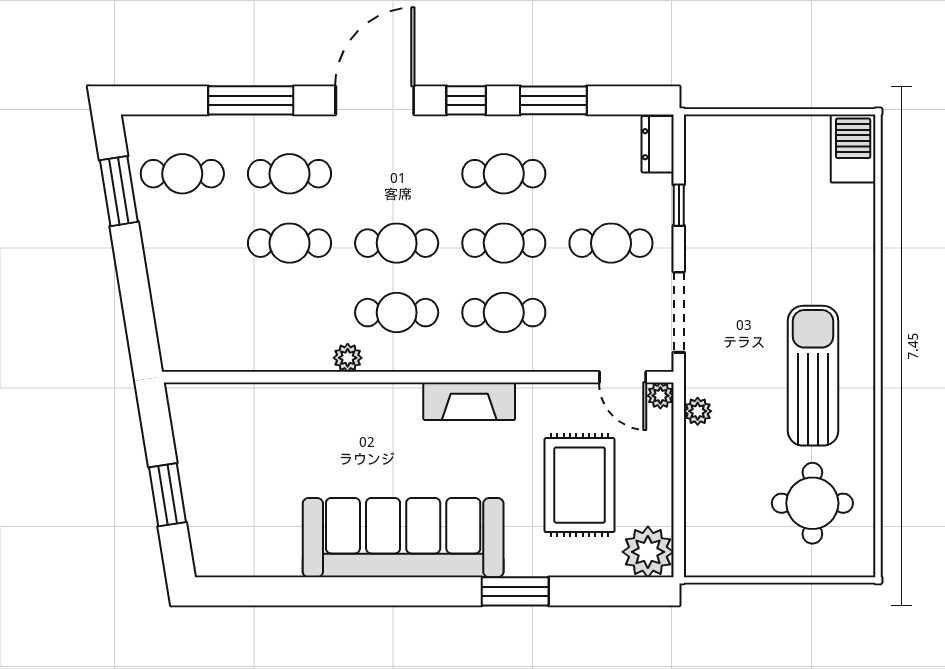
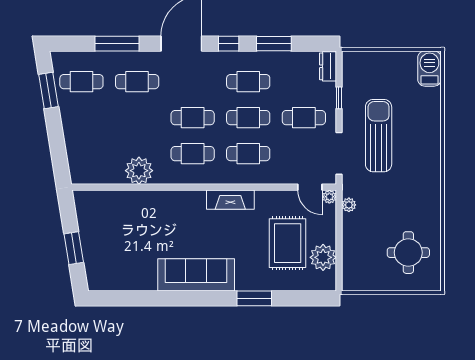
cafe table: (289, 243) -> (137, 118), removed
plant: (348, 358) -> (139, 171), moved, width x1.88, depth x1.88
sun lounger: (813, 376) -> (379, 136), moved
sofa: (403, 538) -> (196, 275), width x0.74, depth x0.79
plant: (648, 552) -> (323, 257), moved

